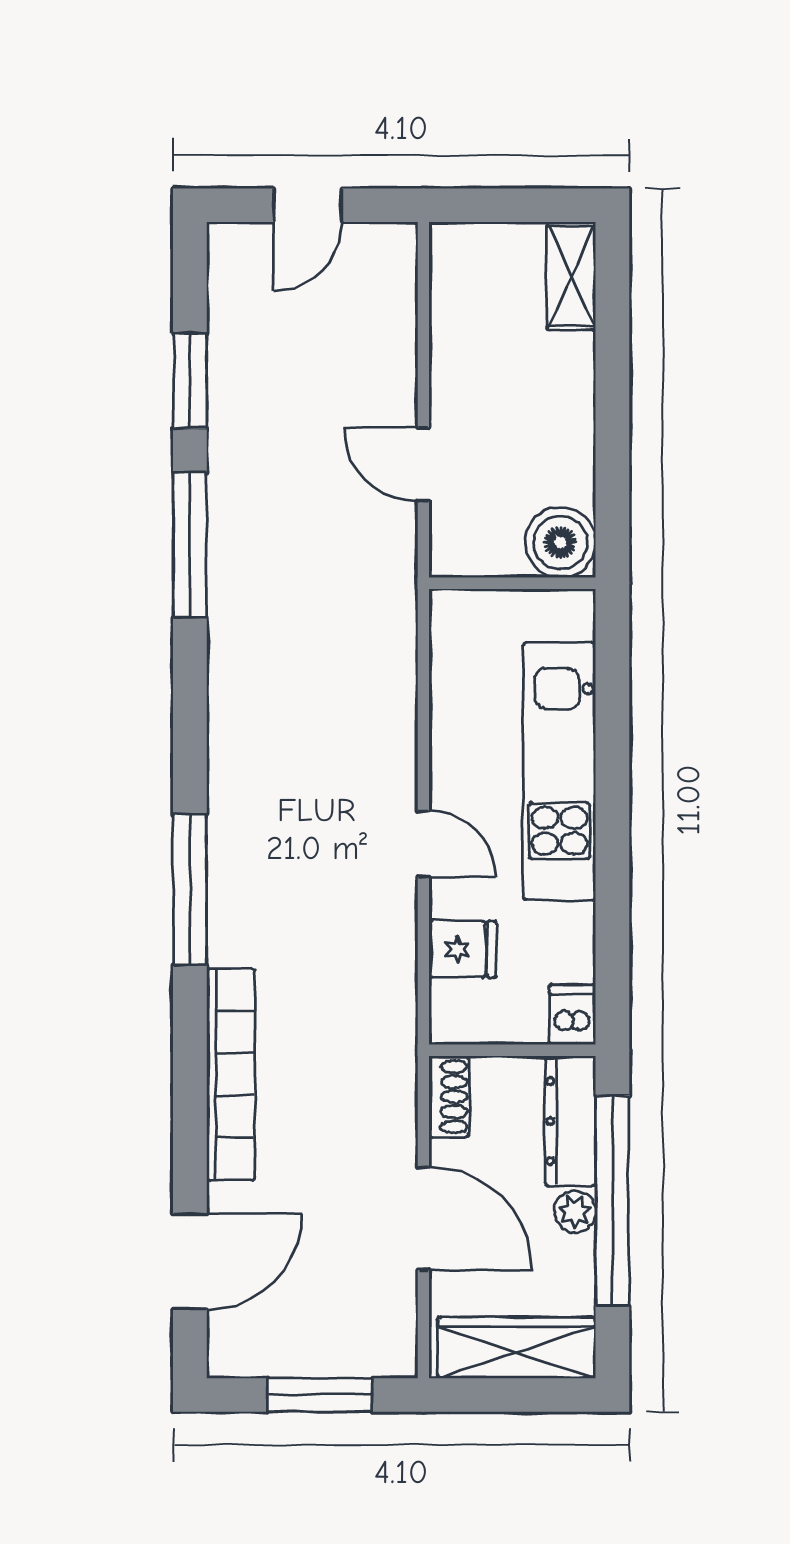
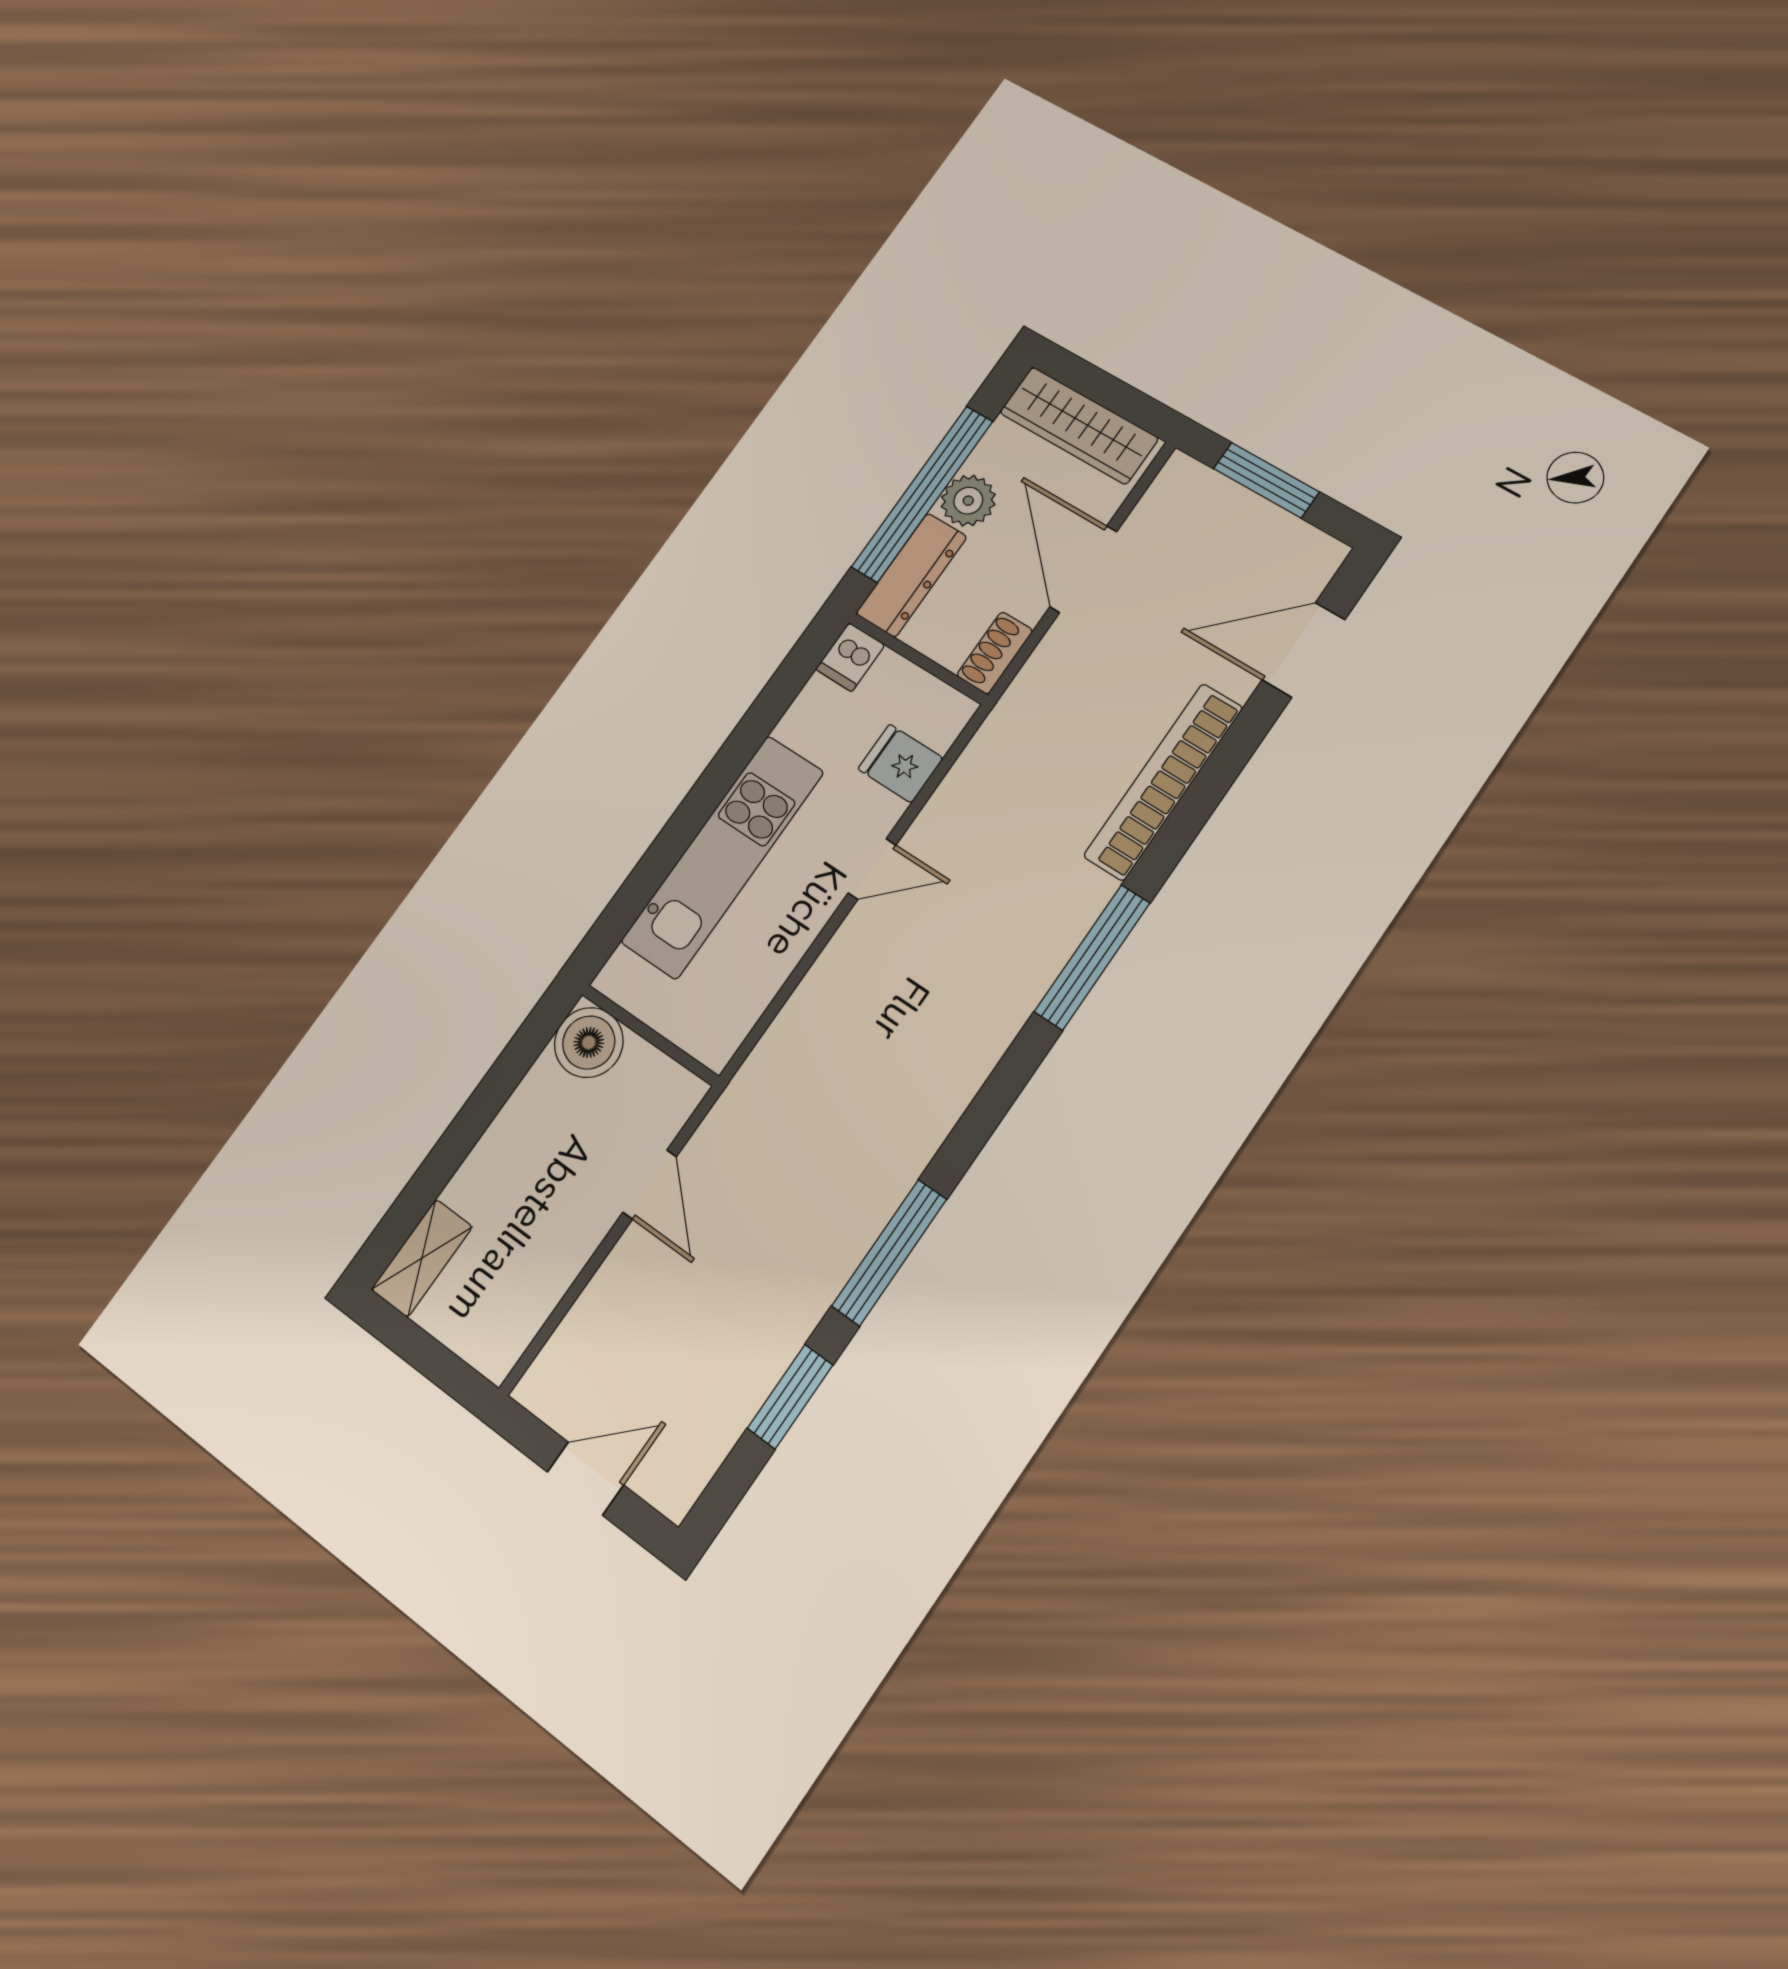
door: (423, 844) -> (872, 869), swing flipped
plant: (575, 1212) -> (968, 501), width x1.38, depth x1.38

